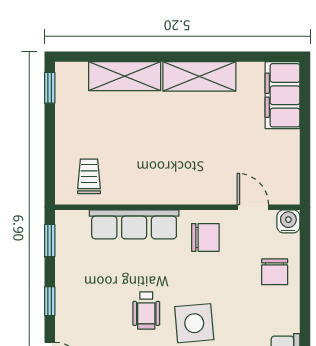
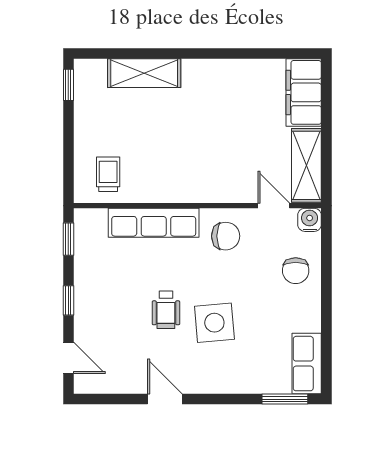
shelving: (199, 76) -> (306, 165), moved, turned 90

